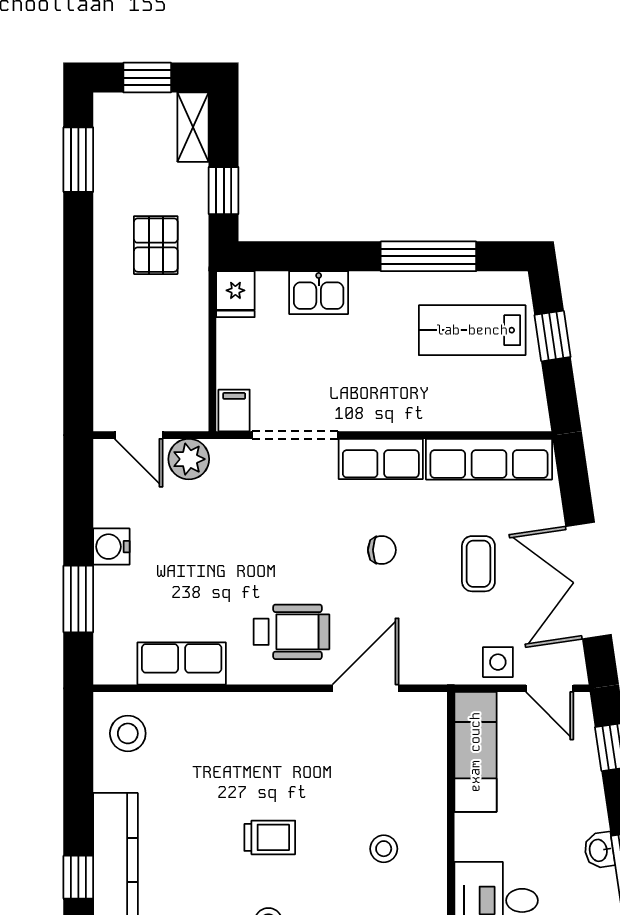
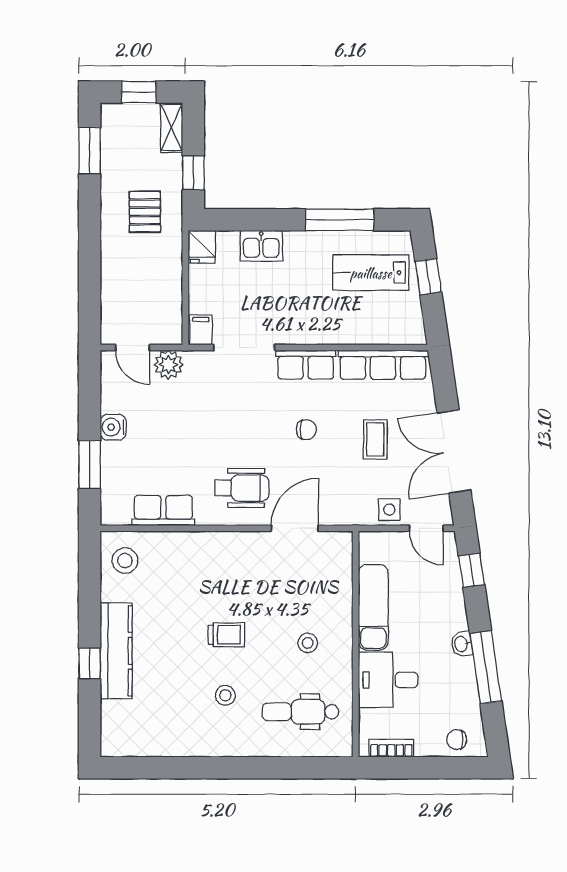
exam couch: (475, 752) -> (373, 607), moved

